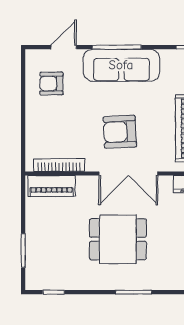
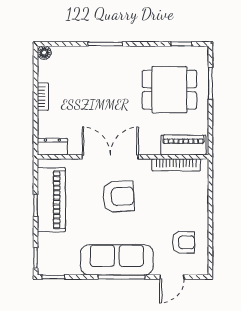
dining table: (118, 239) -> (169, 90), moved

